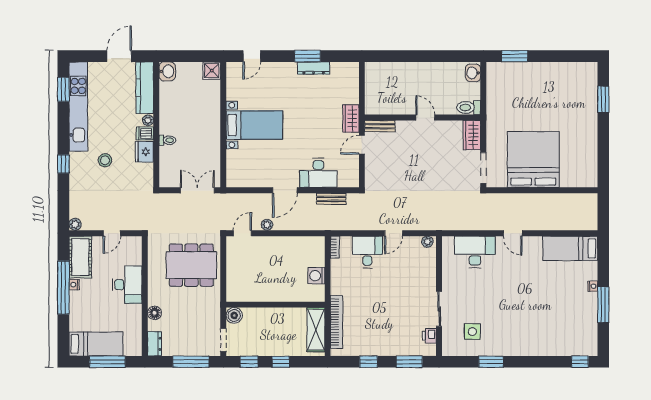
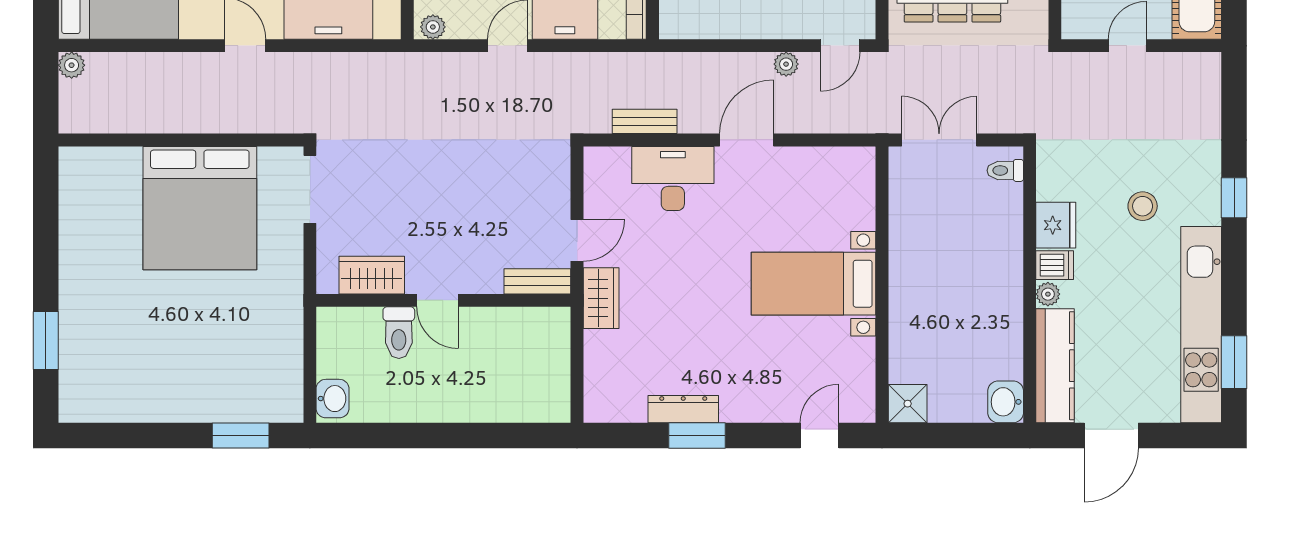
toilet: (469, 107) -> (399, 333), moved, turned 90
wardrobe: (472, 135) -> (372, 275), moved, turned -90
toilet: (167, 140) -> (1005, 170), moved
double door: (197, 190) -> (939, 140), swing flipped
plant: (75, 224) -> (72, 65), moved

